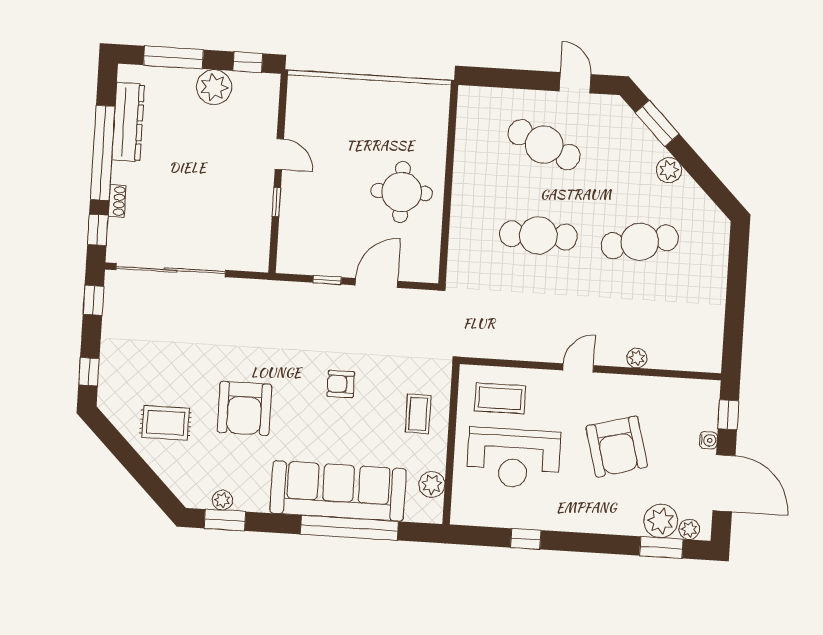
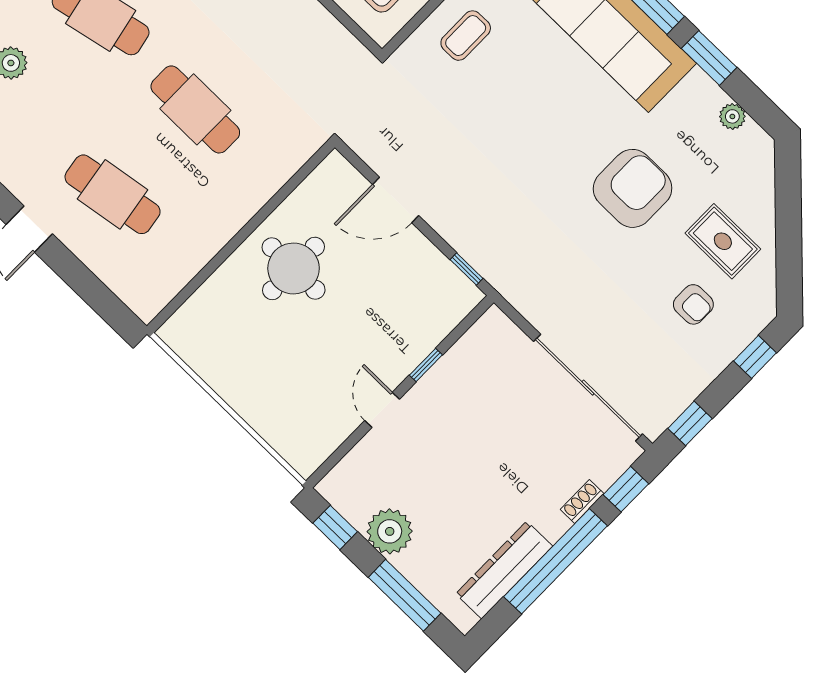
cafe table: (544, 145) -> (113, 194), turned -33
window: (327, 280) -> (467, 269), moved
armchair: (341, 384) -> (693, 304), moved
window: (225, 520) -> (709, 58), moved

